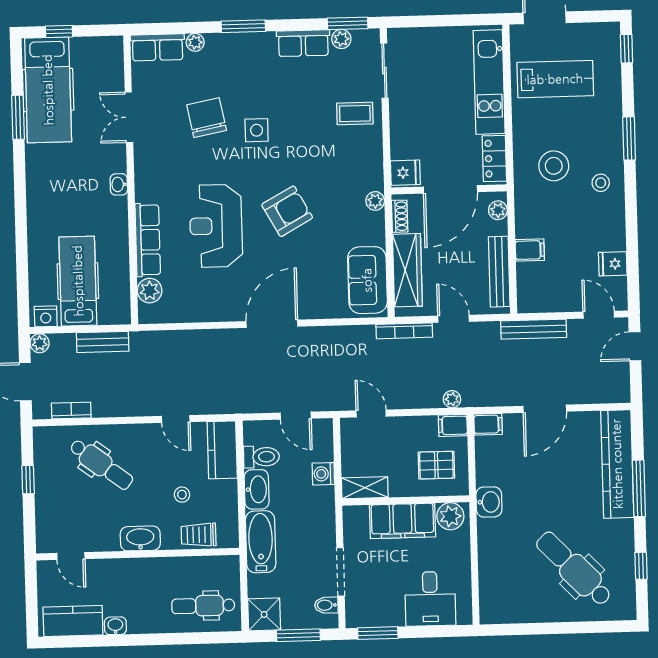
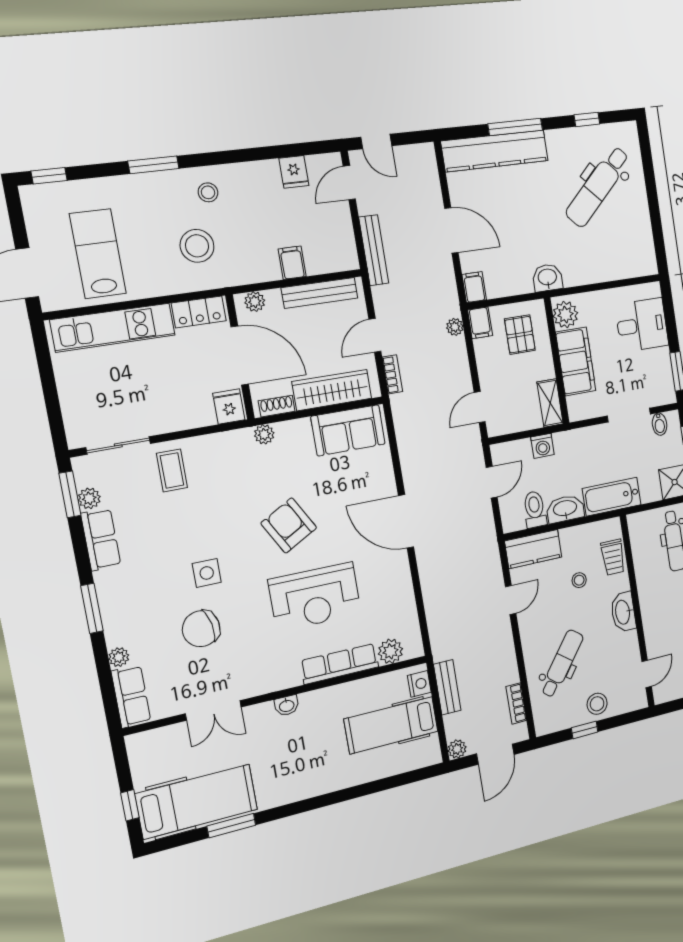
nightstand: (46, 316) -> (419, 684), moved
bookcase: (404, 331) -> (392, 374), width x0.64
stool: (52, 497) -> (597, 704), added

